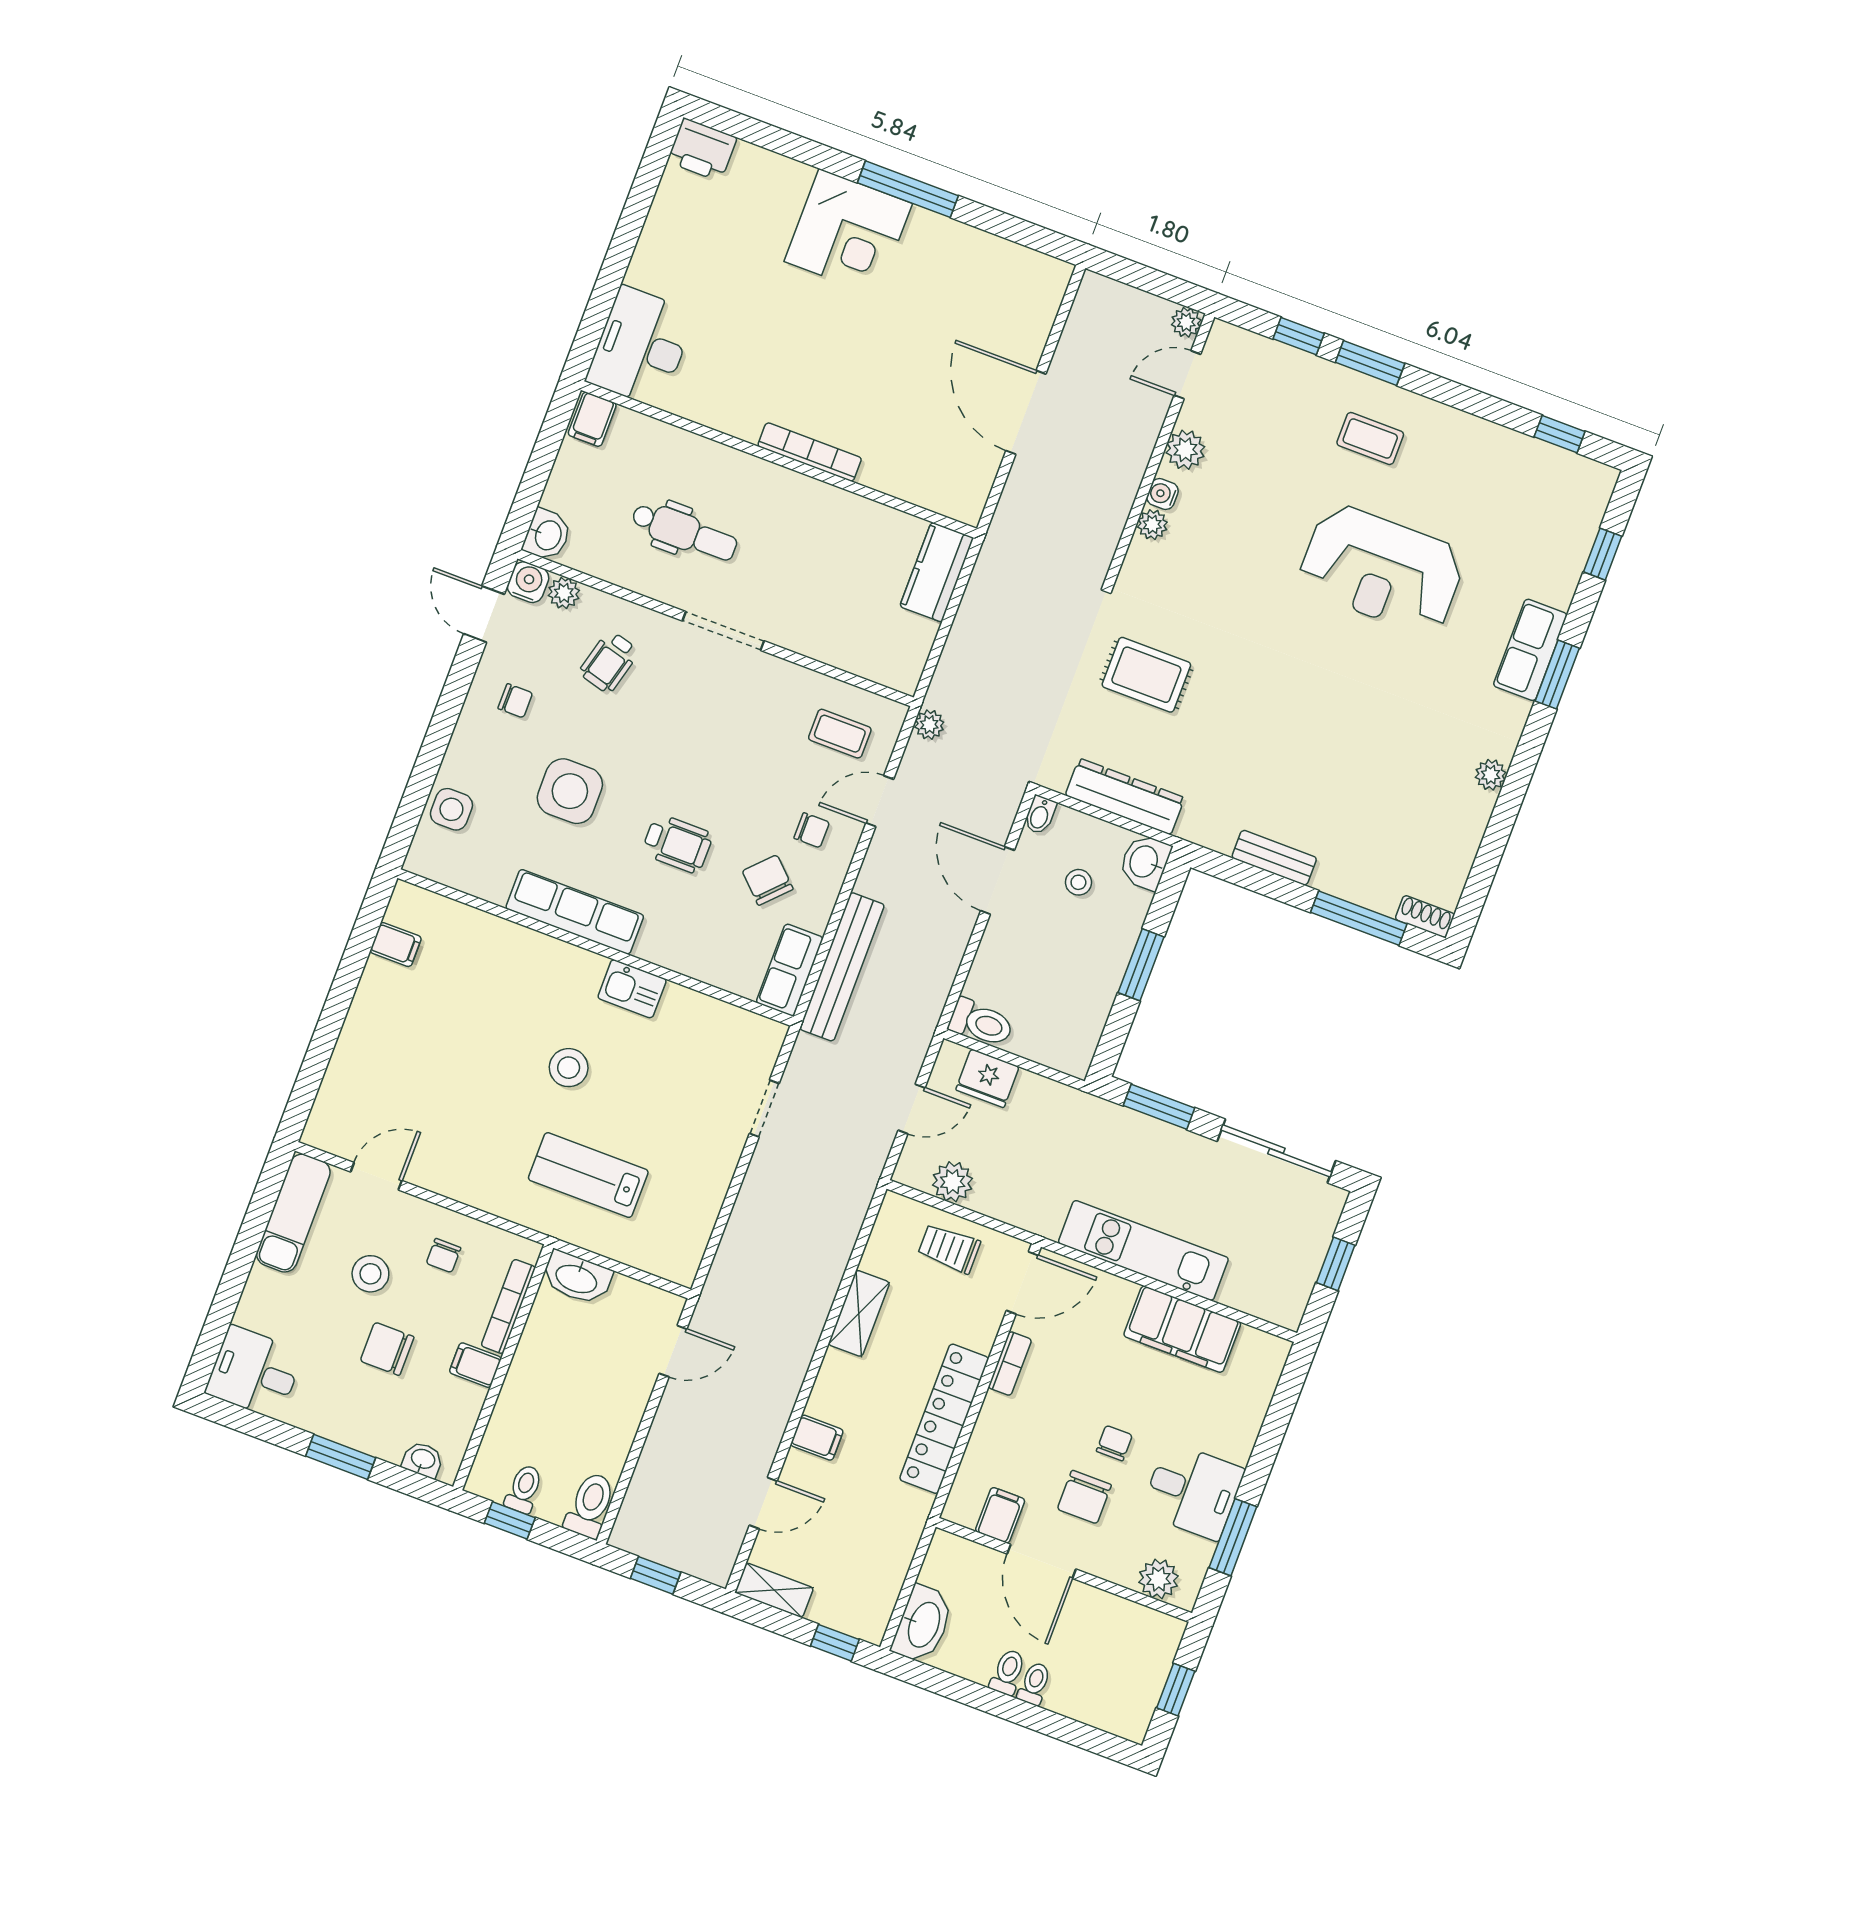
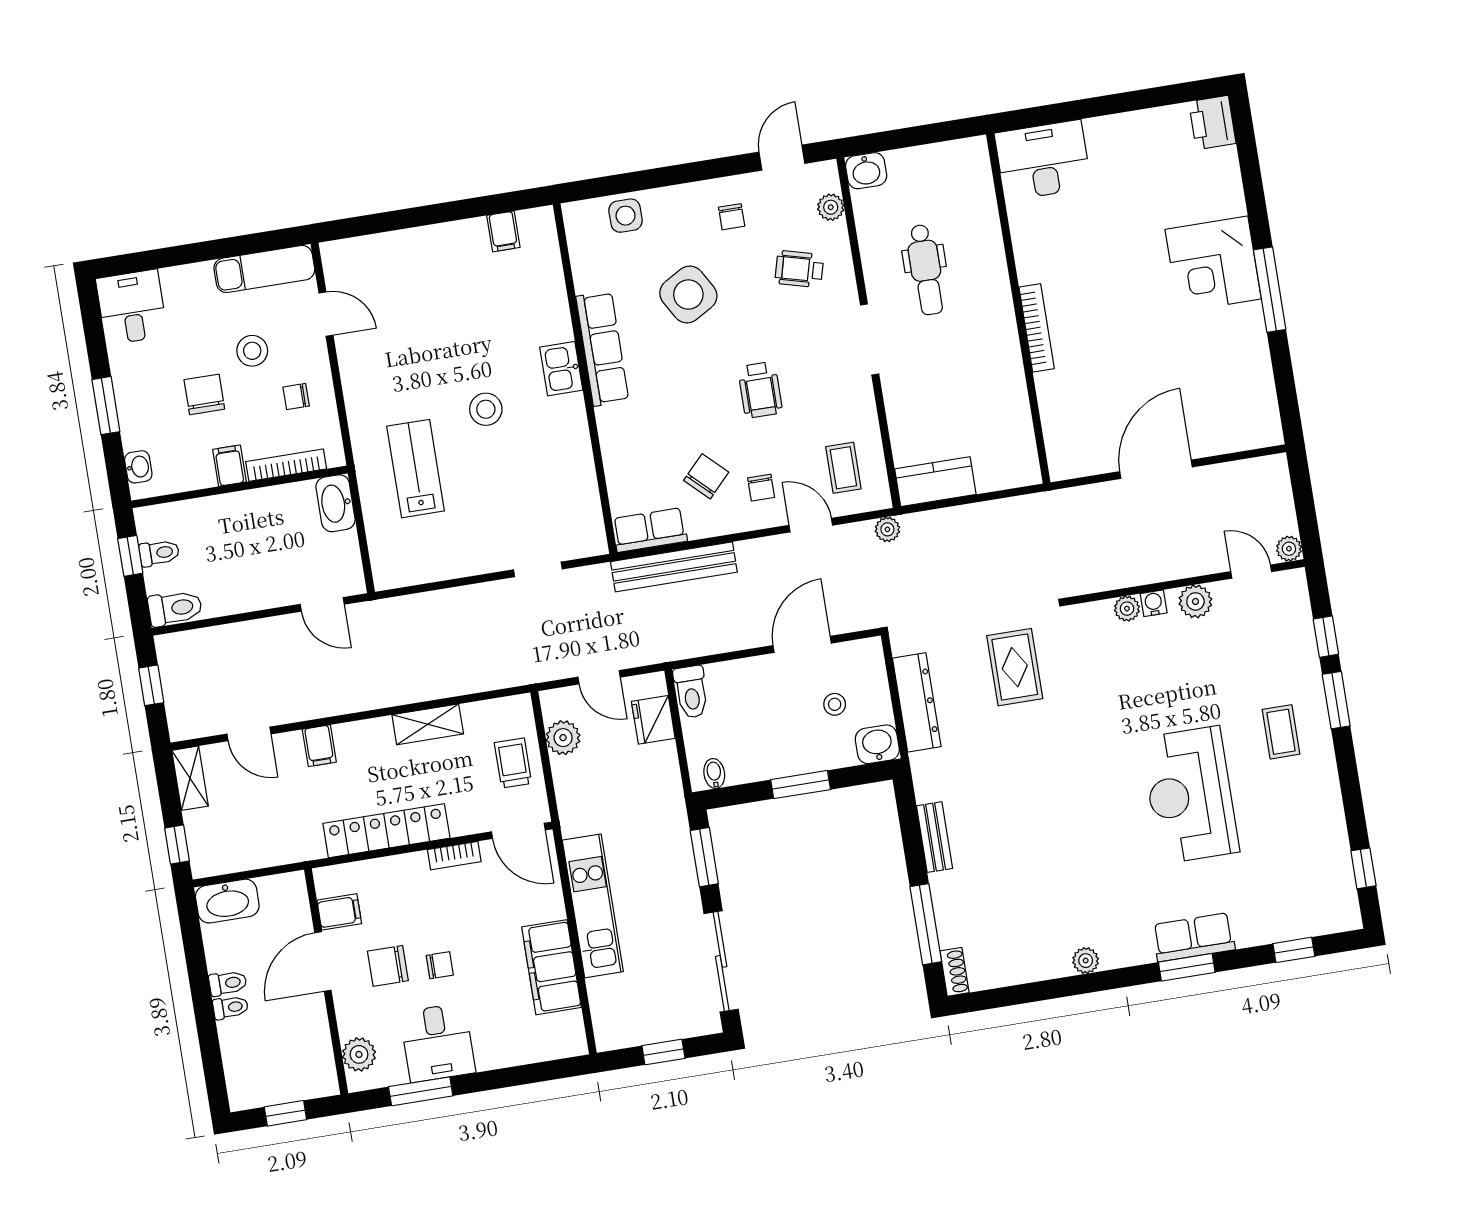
filing cabinet: (592, 419) -> (969, 155), removed
kitchen counter: (937, 572) -> (935, 482), moved
water cooler: (528, 582) -> (824, 176), removed
side table: (570, 791) -> (688, 295), turned -30
bidet: (1040, 815) -> (714, 773), moved, turned 90
wheelchair: (677, 844) -> (760, 390), moved
kitchen sink: (632, 989) -> (561, 369), moved

